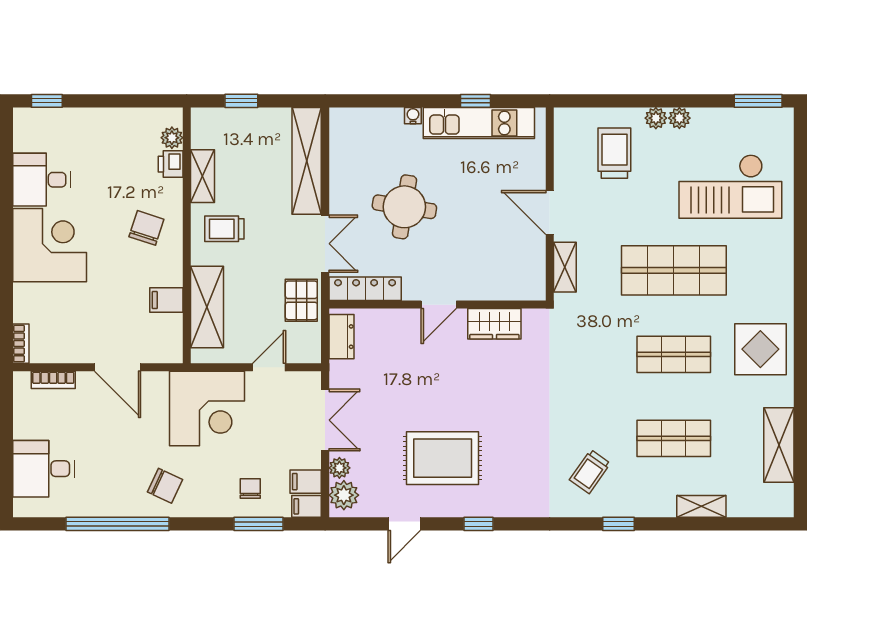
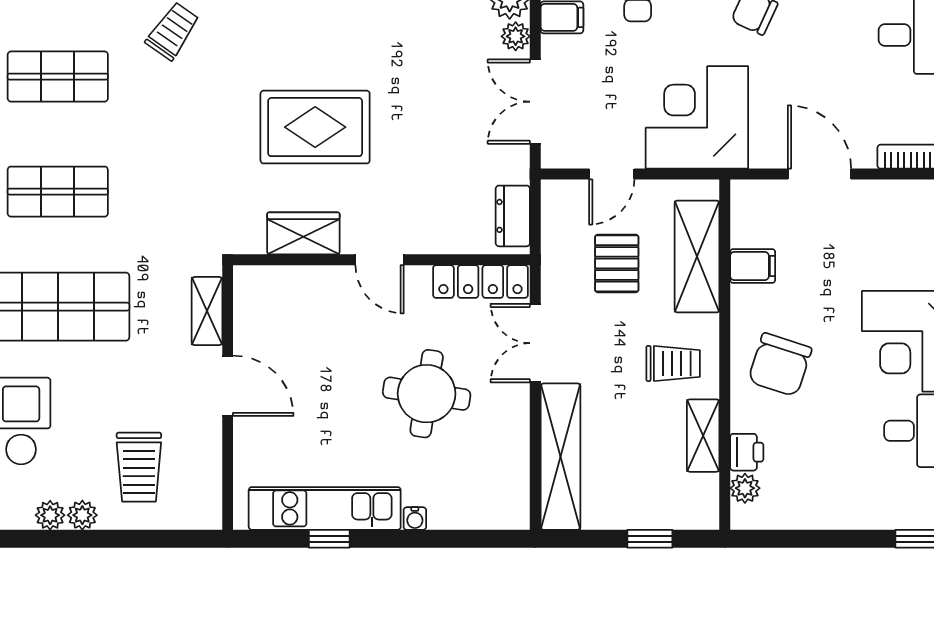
chair: (146, 228) -> (780, 365), width x1.37, depth x1.37
pallet: (301, 300) -> (617, 263), moved
door: (439, 305) -> (380, 260), swing flipped
rug: (443, 458) -> (315, 127), moved

